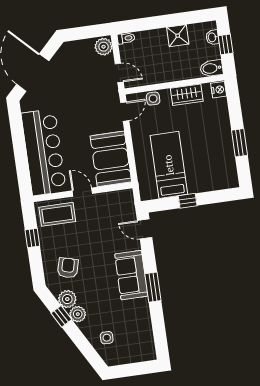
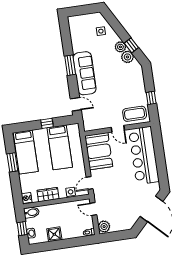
bed: (220, 158) -> (26, 152), added
armchair: (68, 268) -> (127, 78), removed
sofa: (131, 275) -> (85, 73), width x1.36

